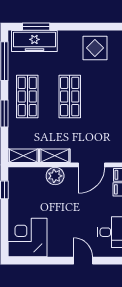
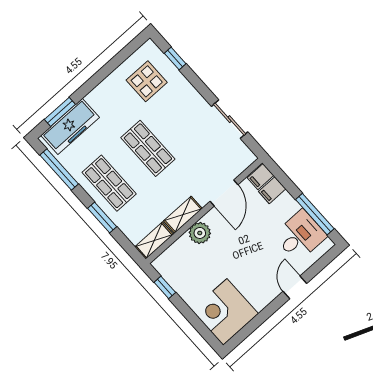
display table: (95, 48) -> (147, 81), moved
door: (83, 261) -> (295, 287), hinge flipped

